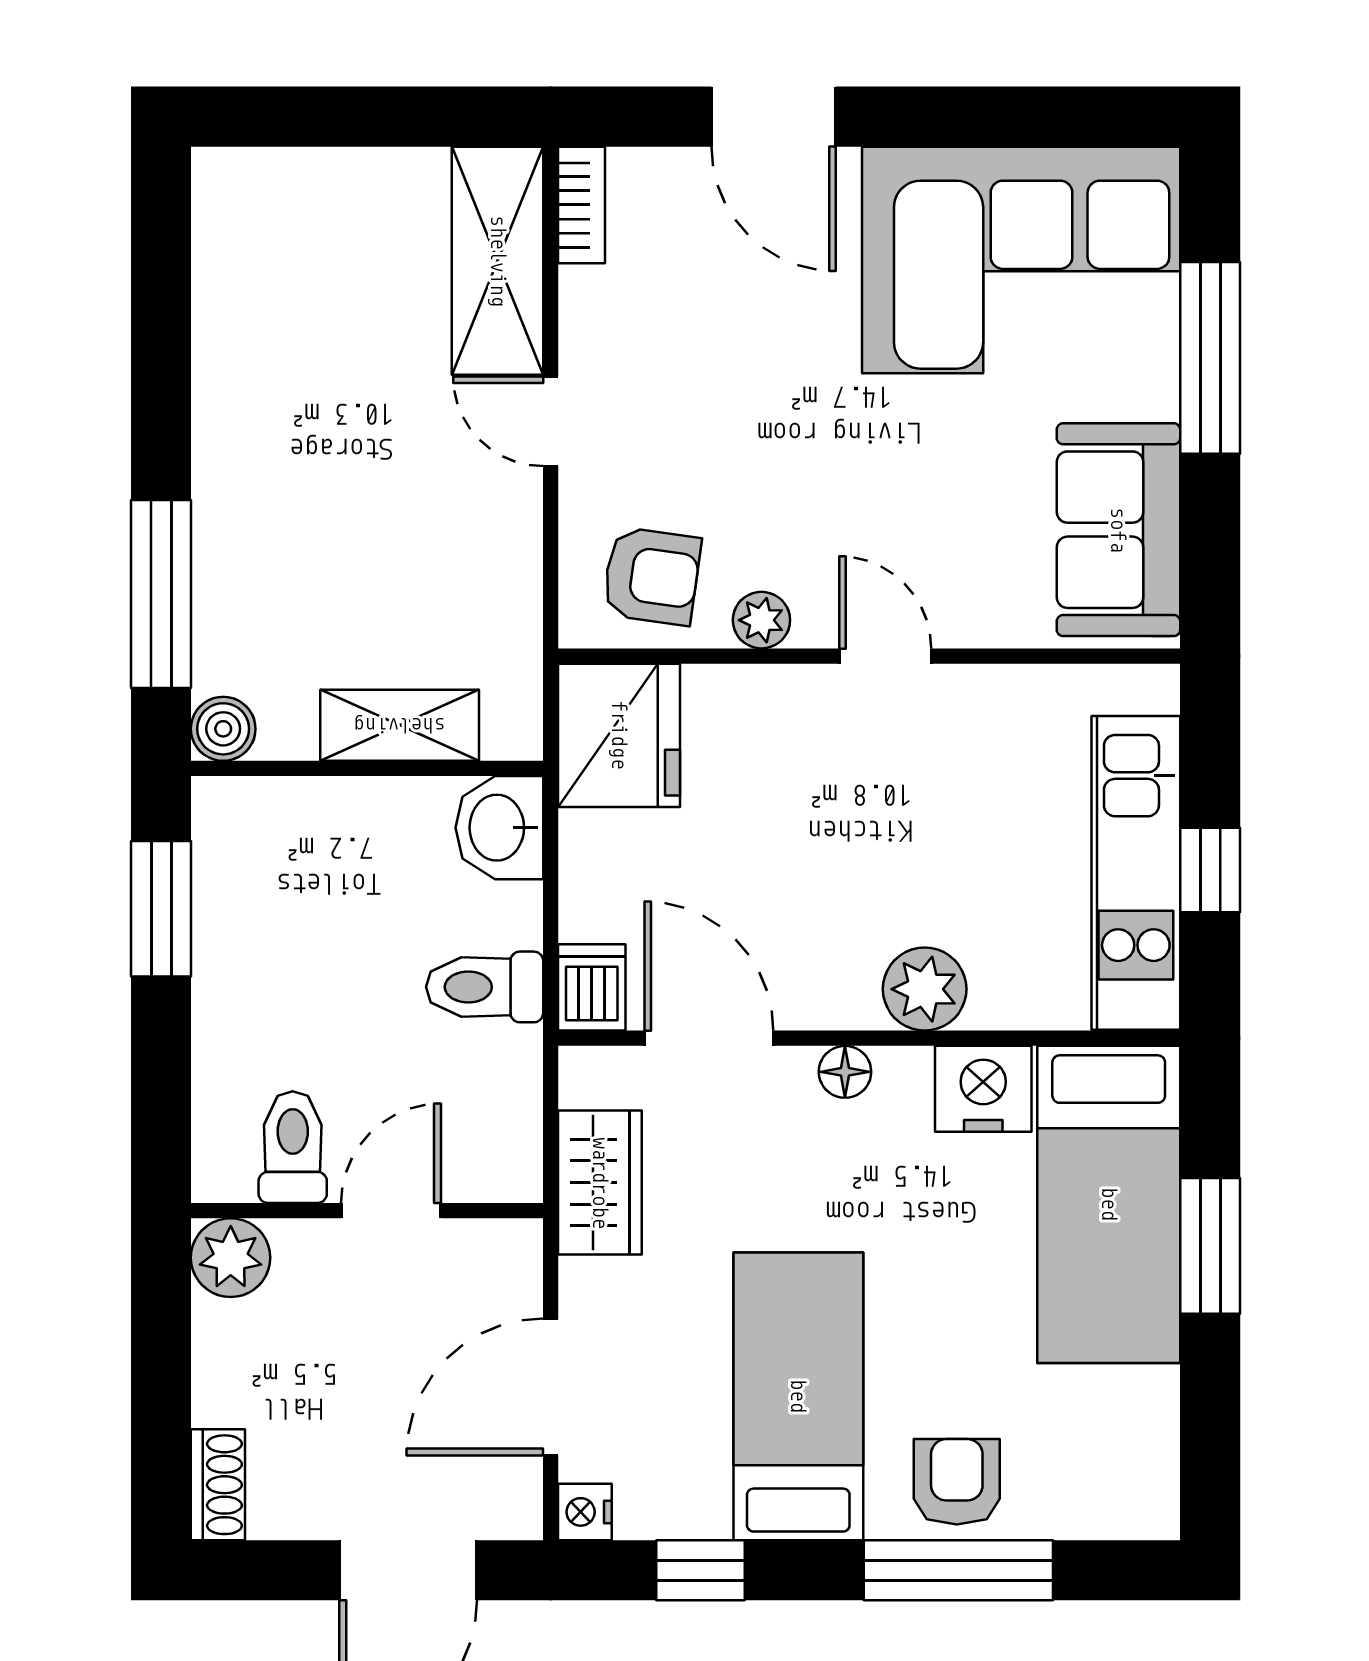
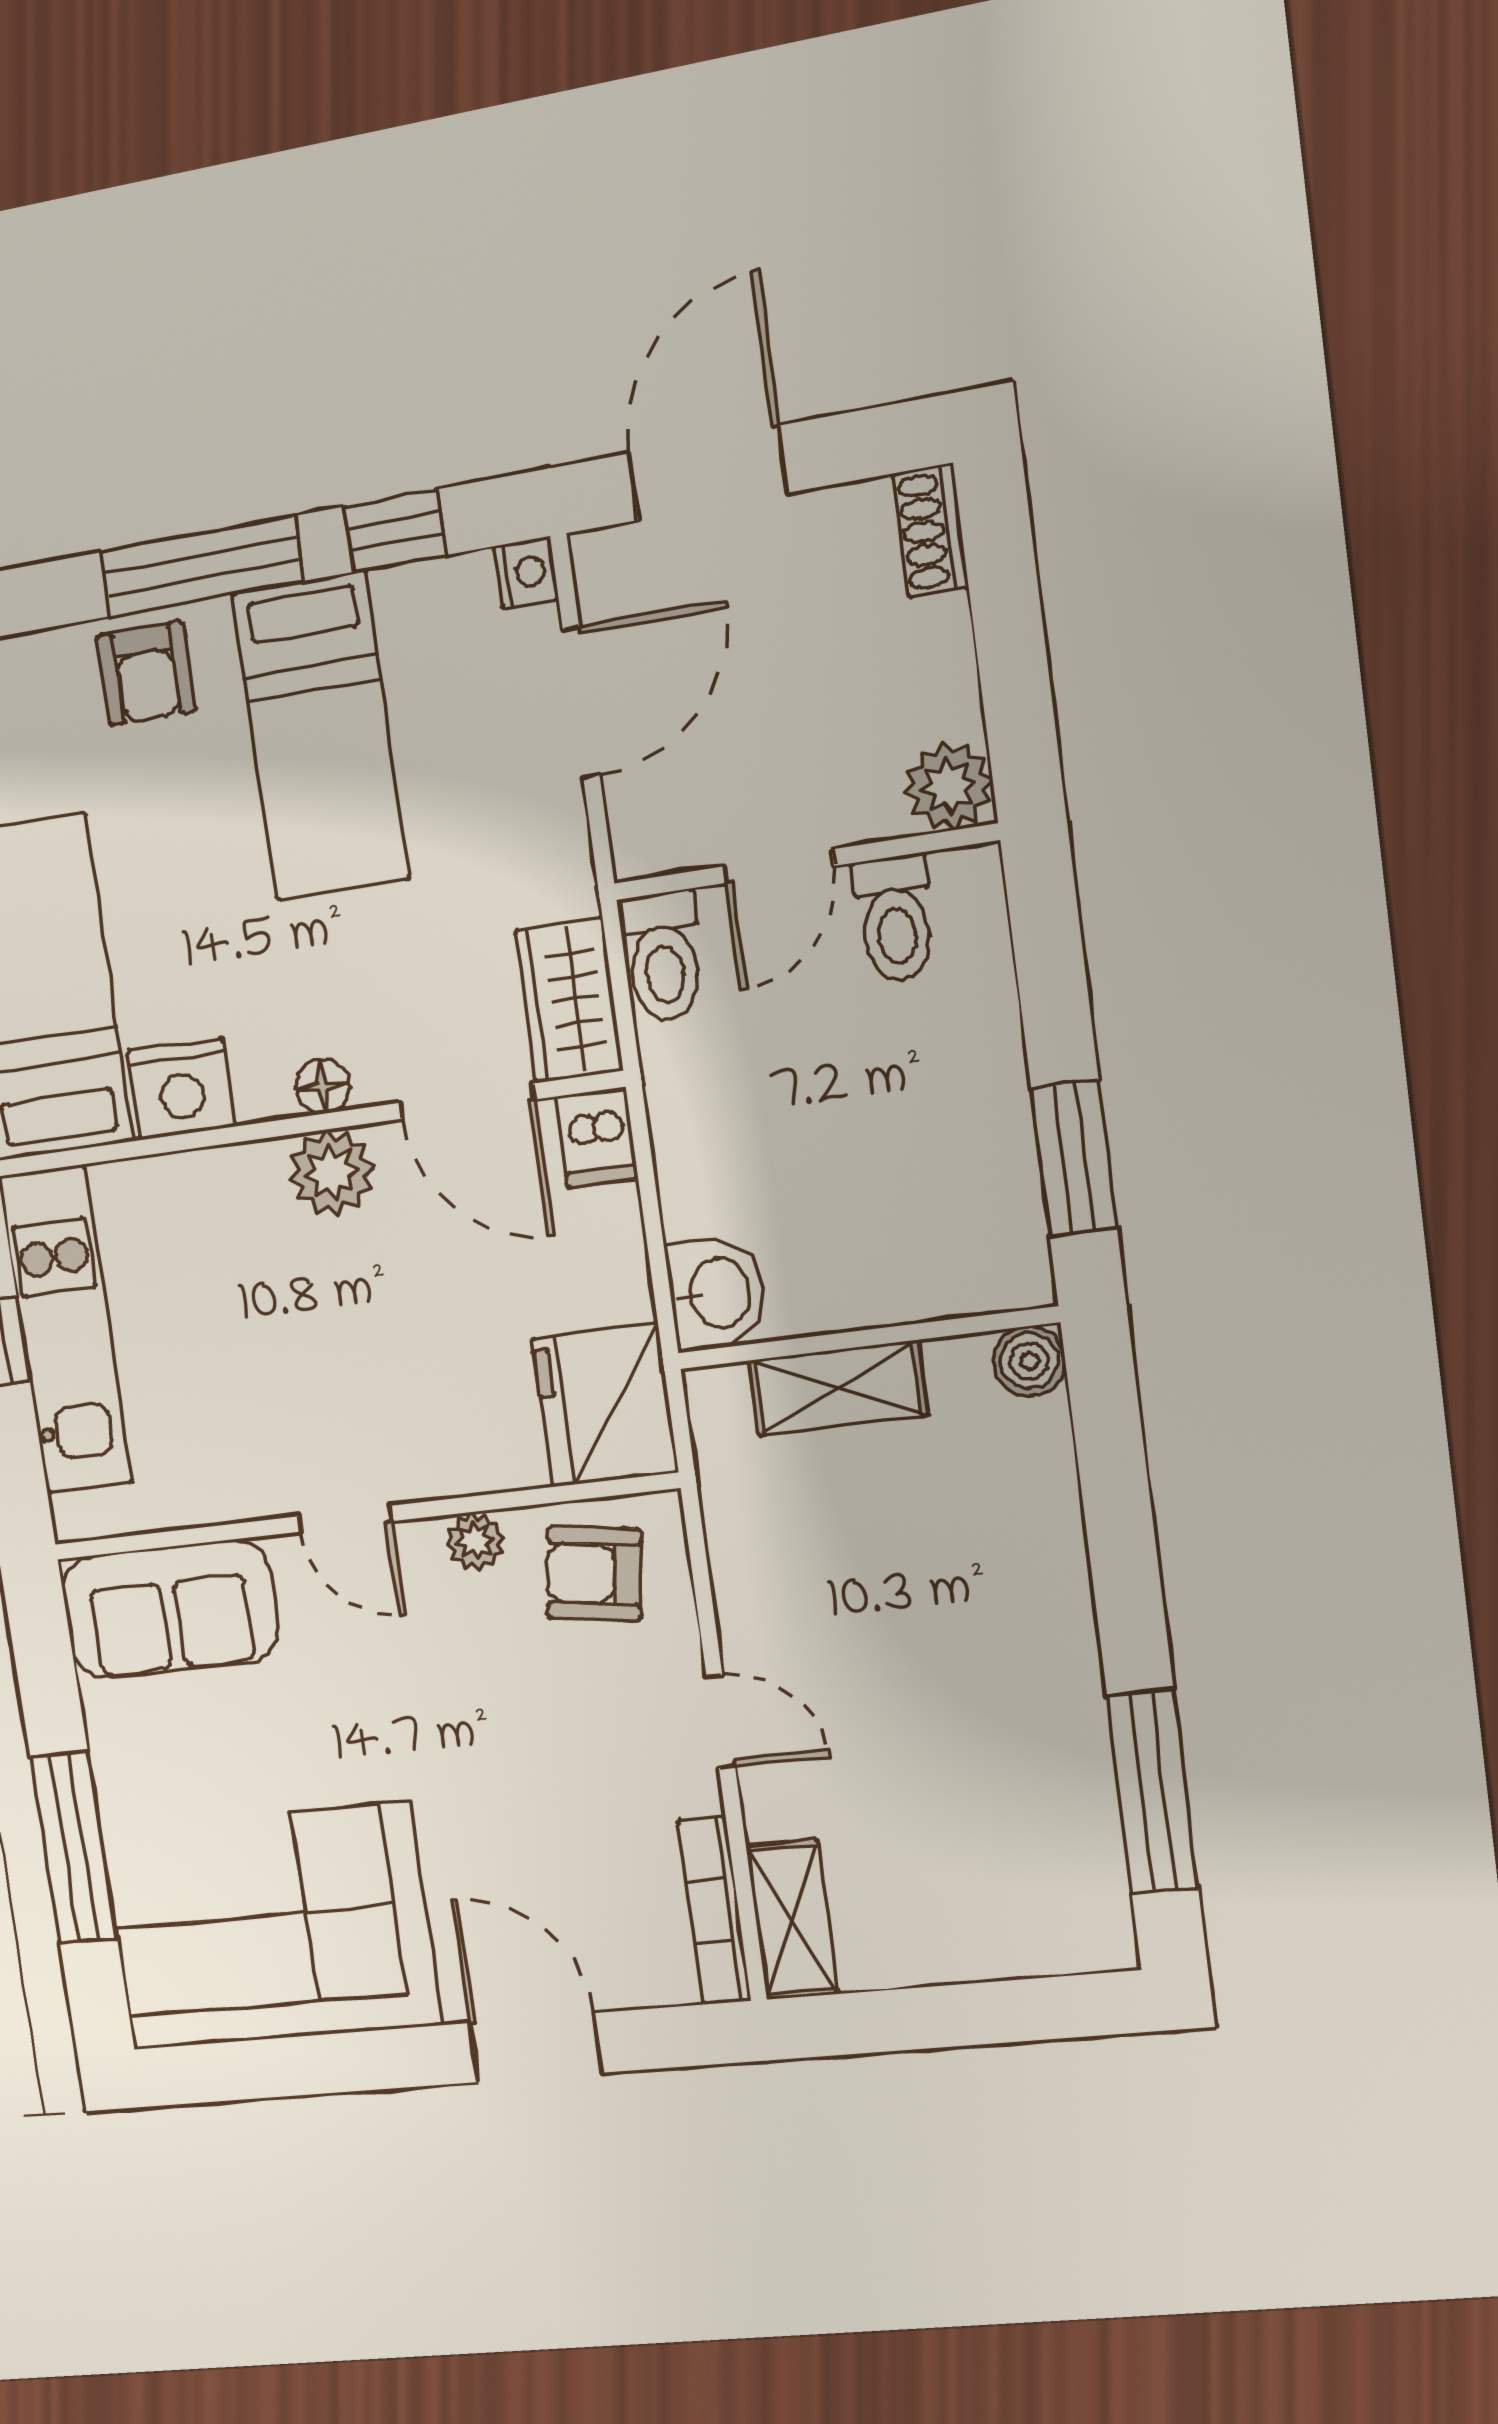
bookcase: (582, 205) -> (714, 1911), width x1.56
shelving: (498, 261) -> (792, 1920), width x0.67, depth x0.75
sofa: (1118, 530) -> (170, 1609), moved, turned 90
window: (161, 594) -> (1153, 1792), moved
toilet: (485, 987) -> (663, 957), moved, turned 90
plant: (925, 989) -> (332, 1173), moved
wardrobe: (600, 1183) -> (569, 1000), moved
window: (958, 1570) -> (201, 567), moved

